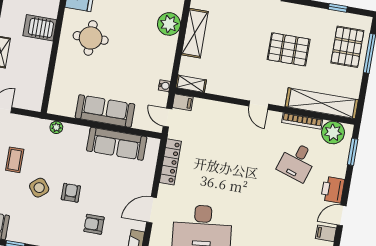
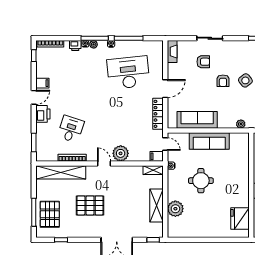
round table: (91, 38) -> (201, 181), moved
plant: (333, 133) -> (121, 153), moved
door: (152, 210) -> (165, 89), moved

